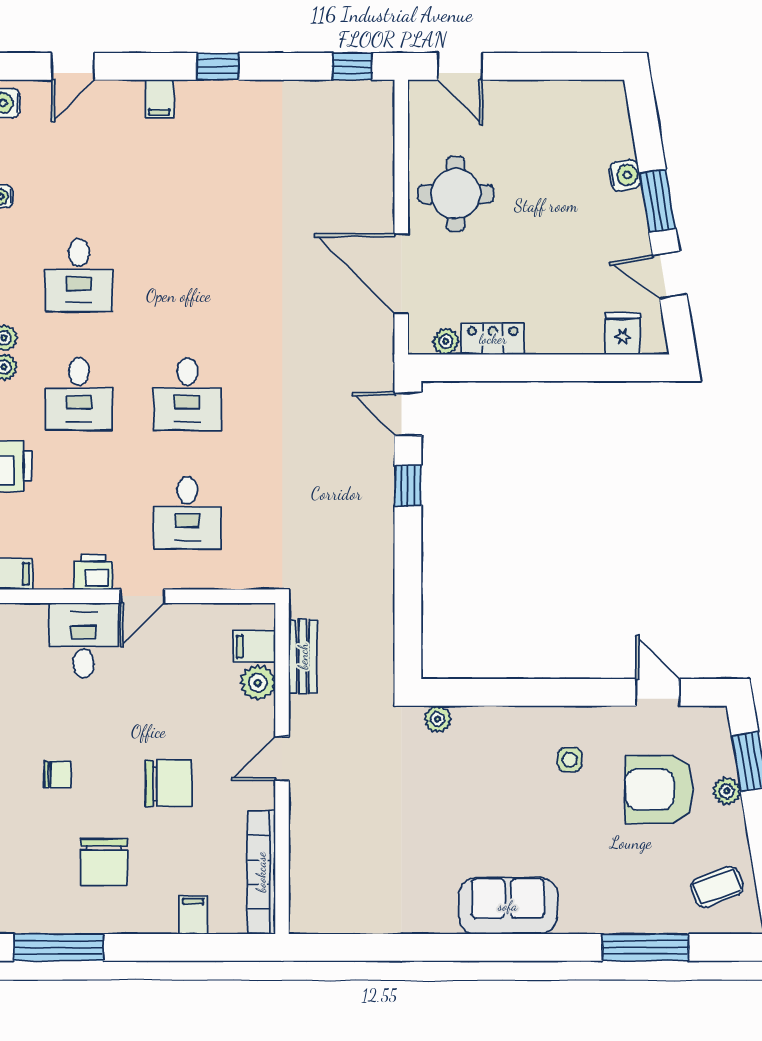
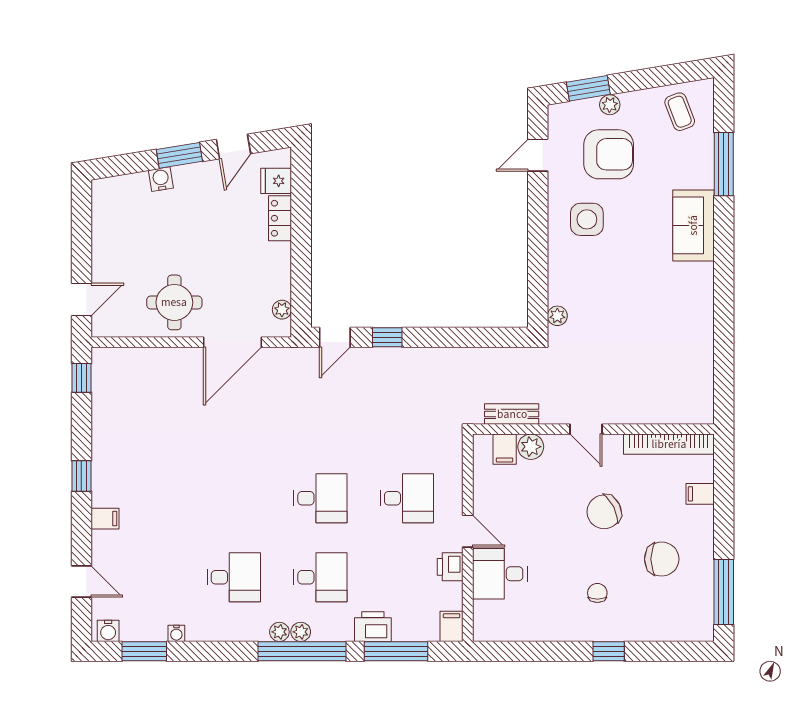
locker: (493, 339) -> (280, 218), moved
side table: (570, 760) -> (587, 219), width x1.87, depth x1.87
chair: (169, 783) -> (604, 512), turned -117
armchair: (659, 789) -> (609, 154), turned -90
sofa: (508, 906) -> (693, 225), moved

